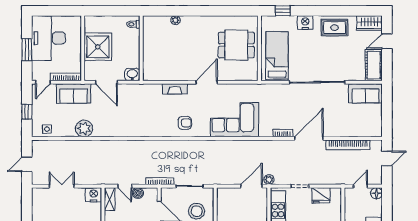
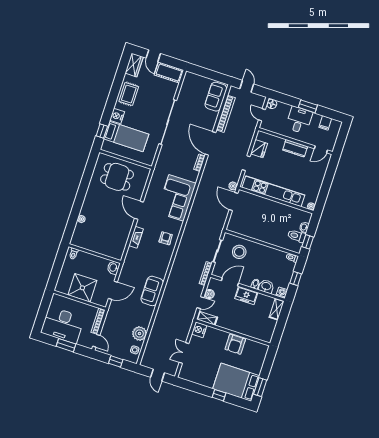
dining table: (236, 45) -> (117, 177), turned 90
bed: (277, 56) -> (126, 136), moved, turned 180
sofa: (74, 93) -> (152, 291), moved, turned 180
sofa: (365, 93) -> (216, 97), moved, turned 180
plant: (84, 128) -> (139, 334), moved

